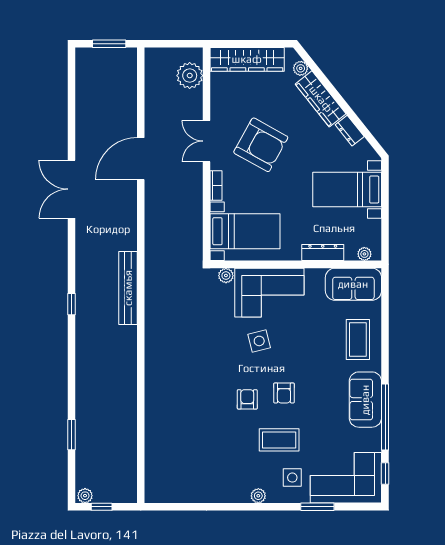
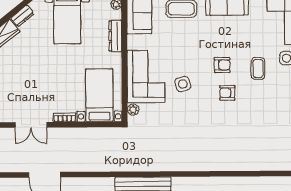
armchair: (261, 145) -> (34, 84), removed
coffee table: (279, 440) -> (258, 68), width x0.73, depth x0.77

